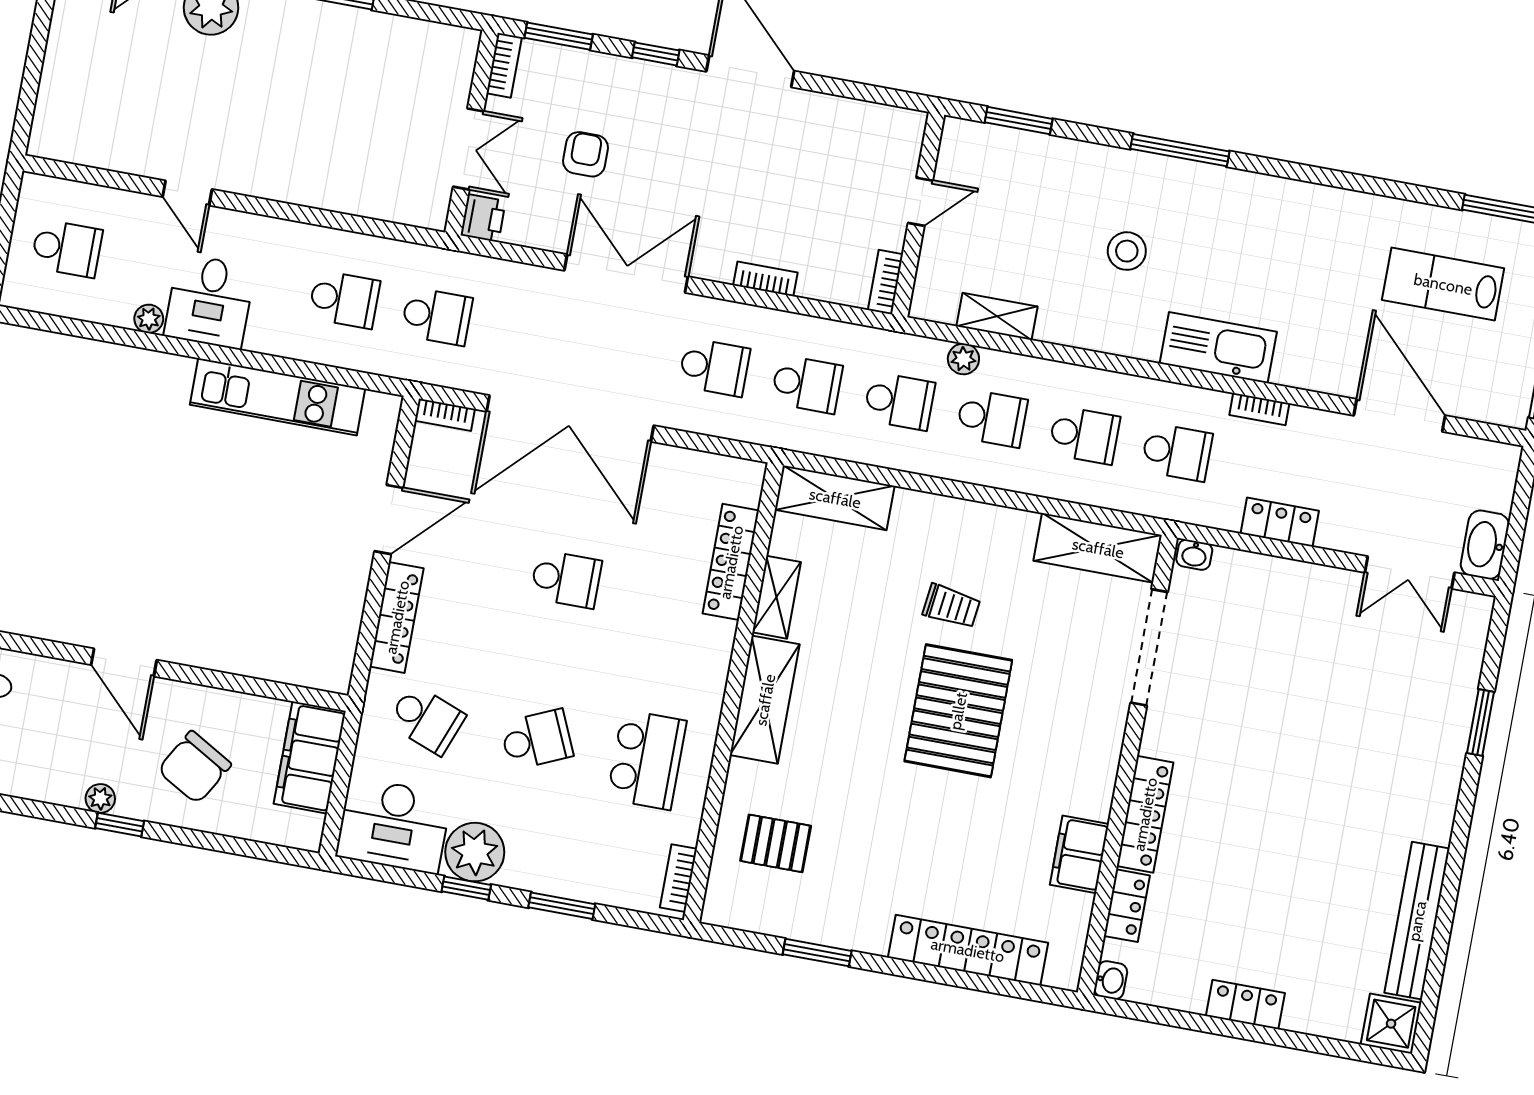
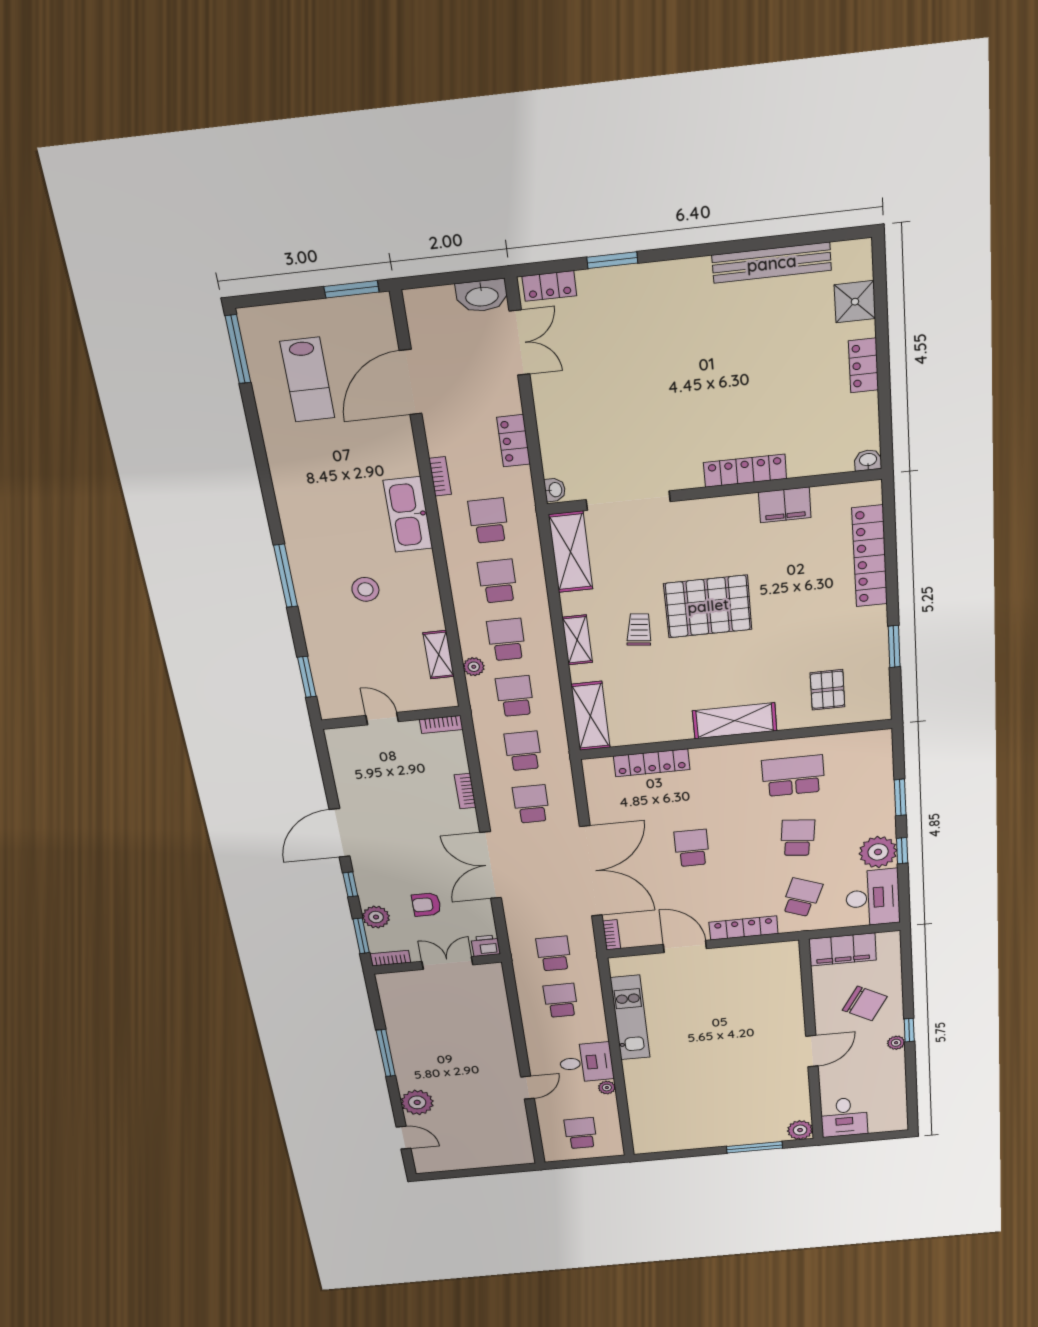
plant: (586, 71) -> (376, 917), added
shelving: (777, 597) -> (577, 640), moved, turned 90
school desk: (537, 740) -> (798, 838), turned 30
bookcase: (678, 878) -> (865, 738), removed
locker: (1127, 906) -> (549, 286), moved, turned 180
shower: (1391, 1024) -> (855, 302), moved

